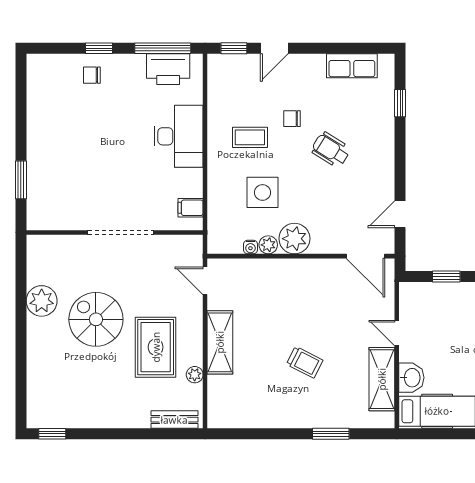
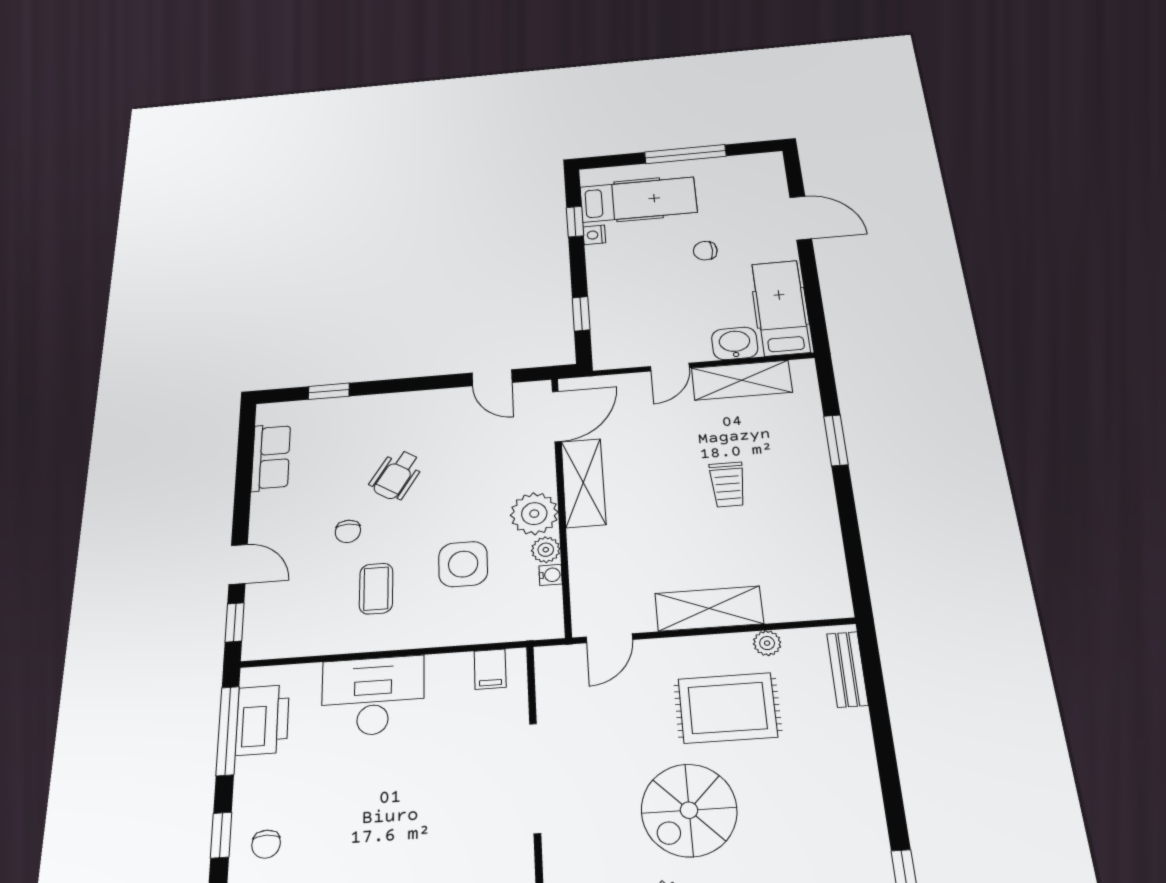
shelving: (314, 271) -> (583, 483), added
trolley: (305, 362) -> (728, 484), turned 153

